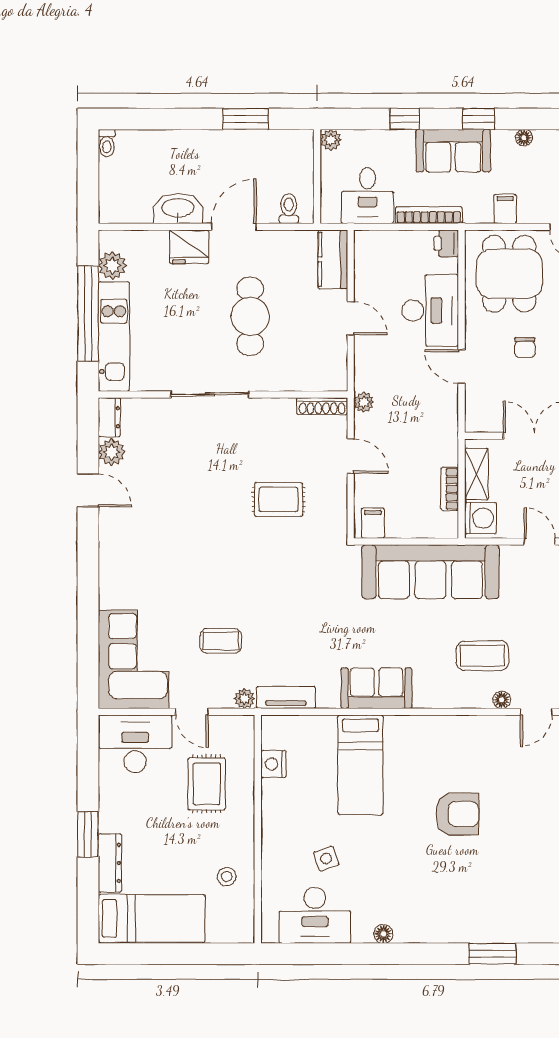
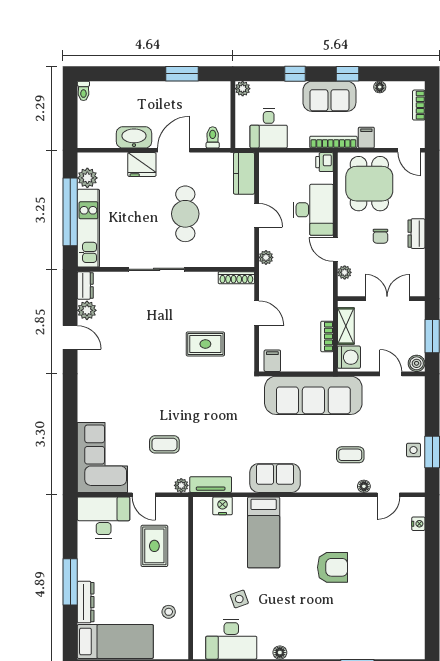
bookcase: (429, 215) -> (333, 142), moved
plant: (474, 399) -> (345, 272), added
plant: (364, 402) -> (266, 257), moved
coffee table: (482, 656) -> (350, 455), width x0.73, depth x0.77
nightstand: (273, 764) -> (222, 506), moved, turned 90
window: (88, 834) -> (70, 582), width x1.44

